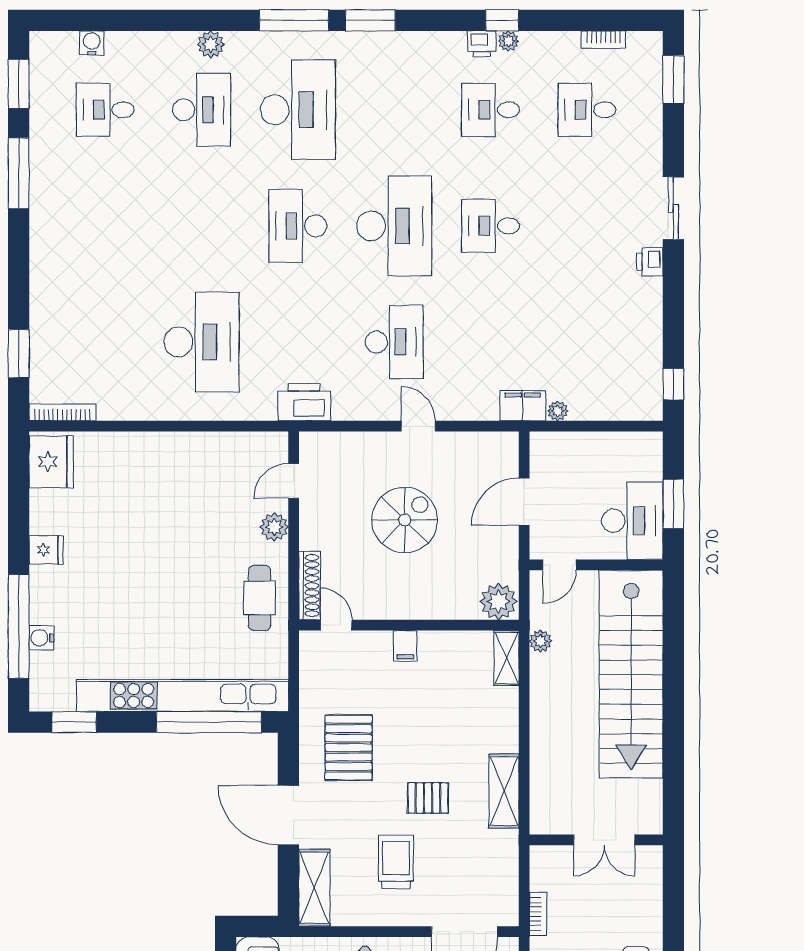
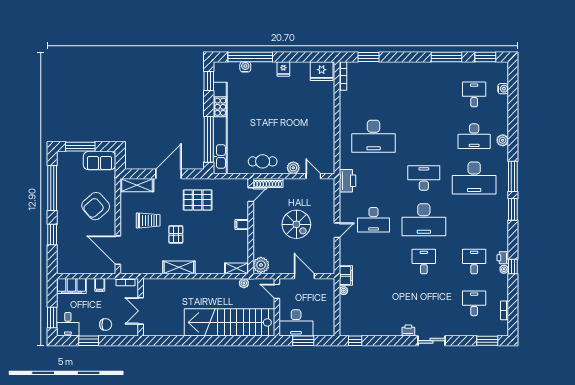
wall: (596, 840) -> (141, 307), moved
double door: (604, 840) -> (141, 311), moved

